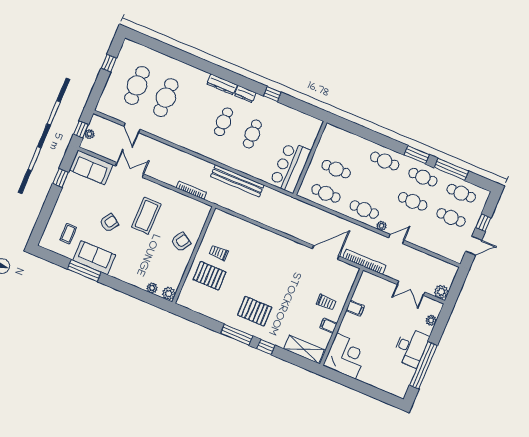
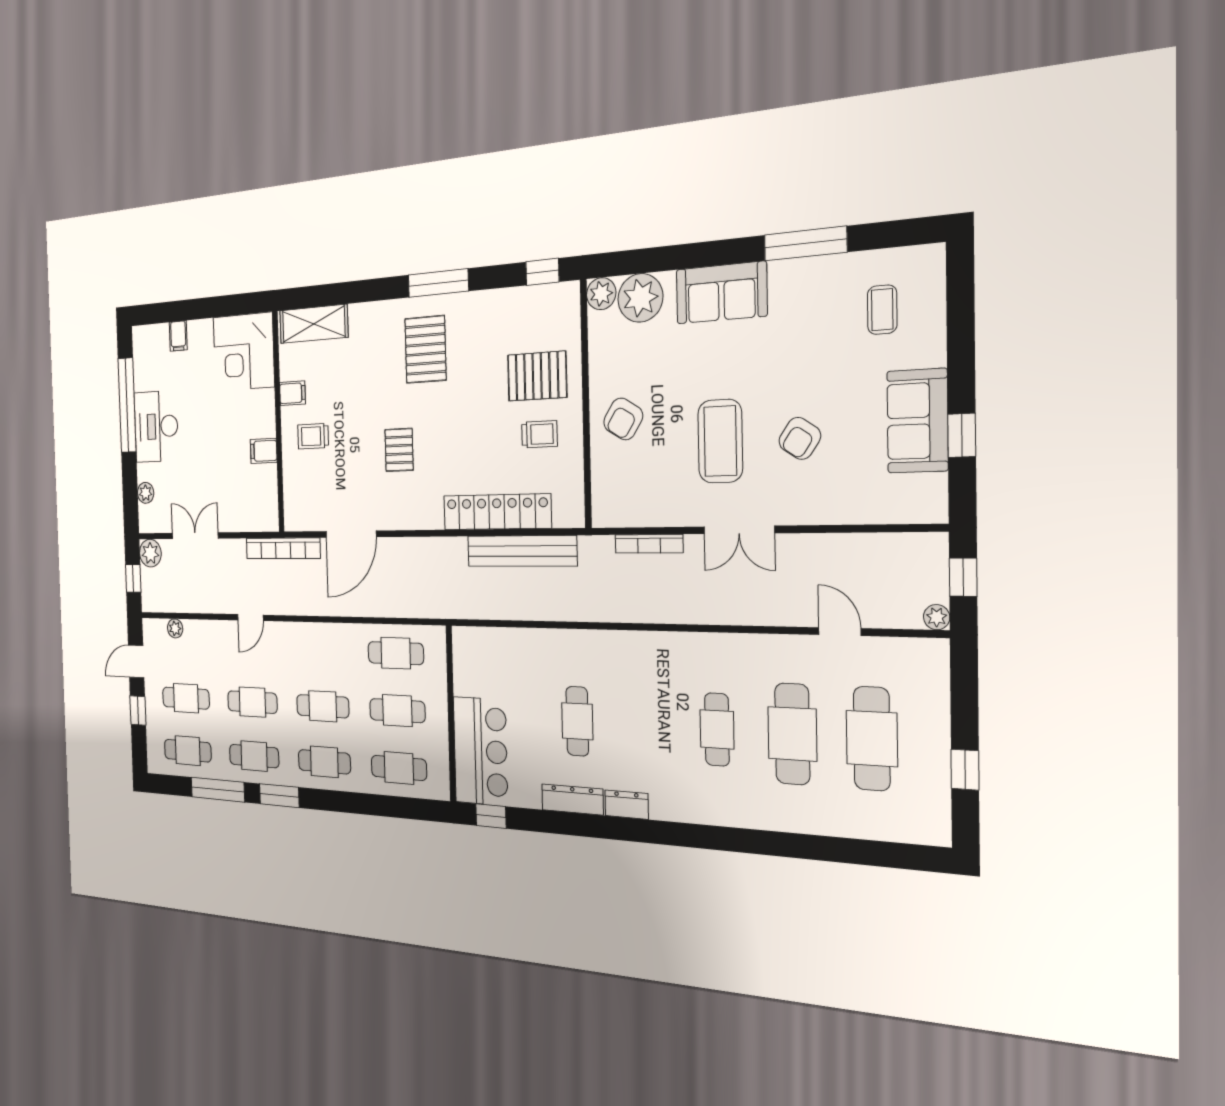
dresser: (222, 84) -> (572, 799), moved
window: (272, 94) -> (491, 816), moved
cafe table: (224, 122) -> (717, 729), moved
plant: (90, 134) -> (937, 617), moved
cafe table: (346, 145) -> (399, 768), added
sofa: (91, 167) -> (917, 421), moved, turned -90
bar counter: (290, 167) -> (480, 751), moved
double door: (130, 170) -> (739, 530), moved
bench: (237, 181) -> (522, 551), moved
cafe table: (364, 210) -> (323, 706), moved
armchair: (109, 223) -> (800, 438), moved
plant: (382, 226) -> (175, 628), moved
locker: (251, 231) -> (497, 512), added
sofa: (94, 258) -> (721, 293), moved
pallet: (286, 277) -> (399, 450), added
window: (457, 285) -> (133, 578), added
plant: (152, 288) -> (640, 298), width x1.88, depth x1.88
pallet: (255, 311) -> (425, 349), turned 90
window: (266, 347) -> (542, 272), moved
filing cabinet: (379, 381) -> (178, 336), added

